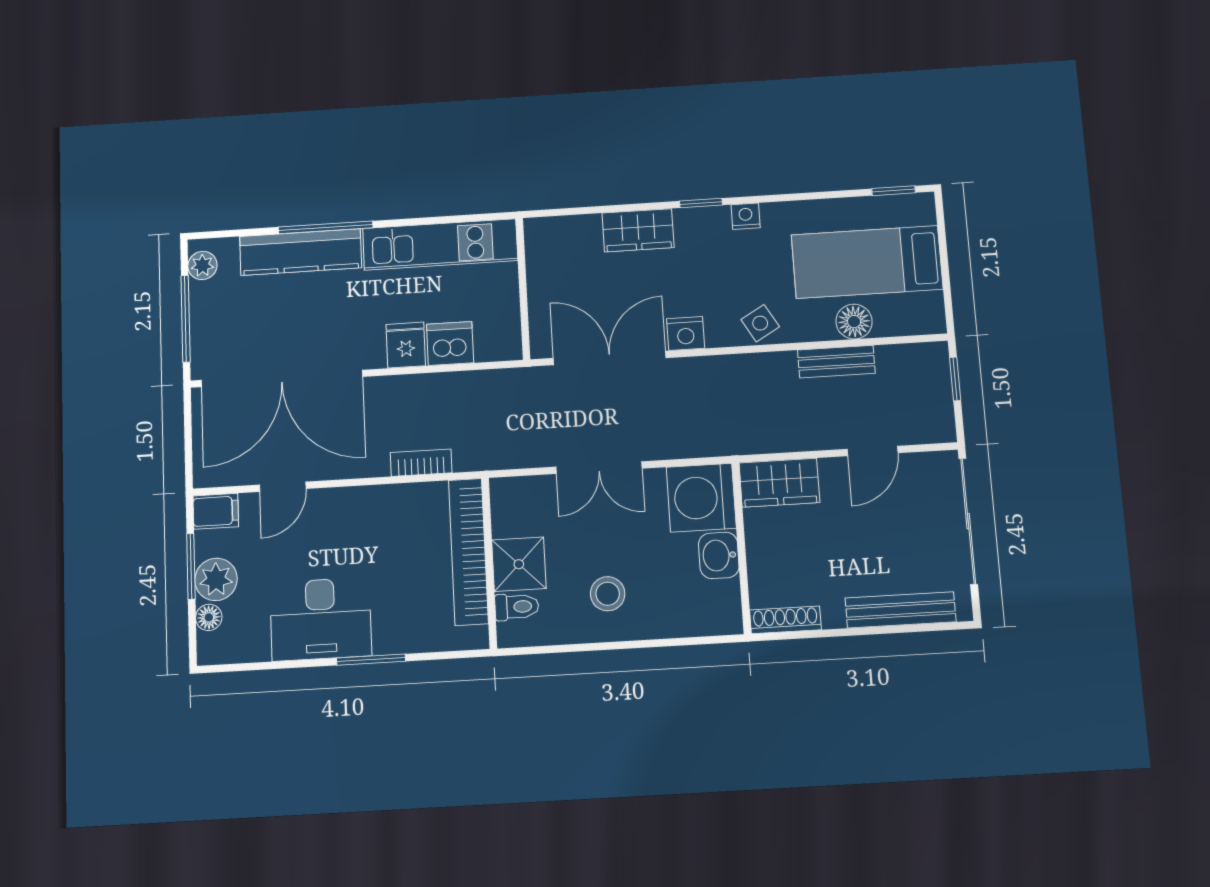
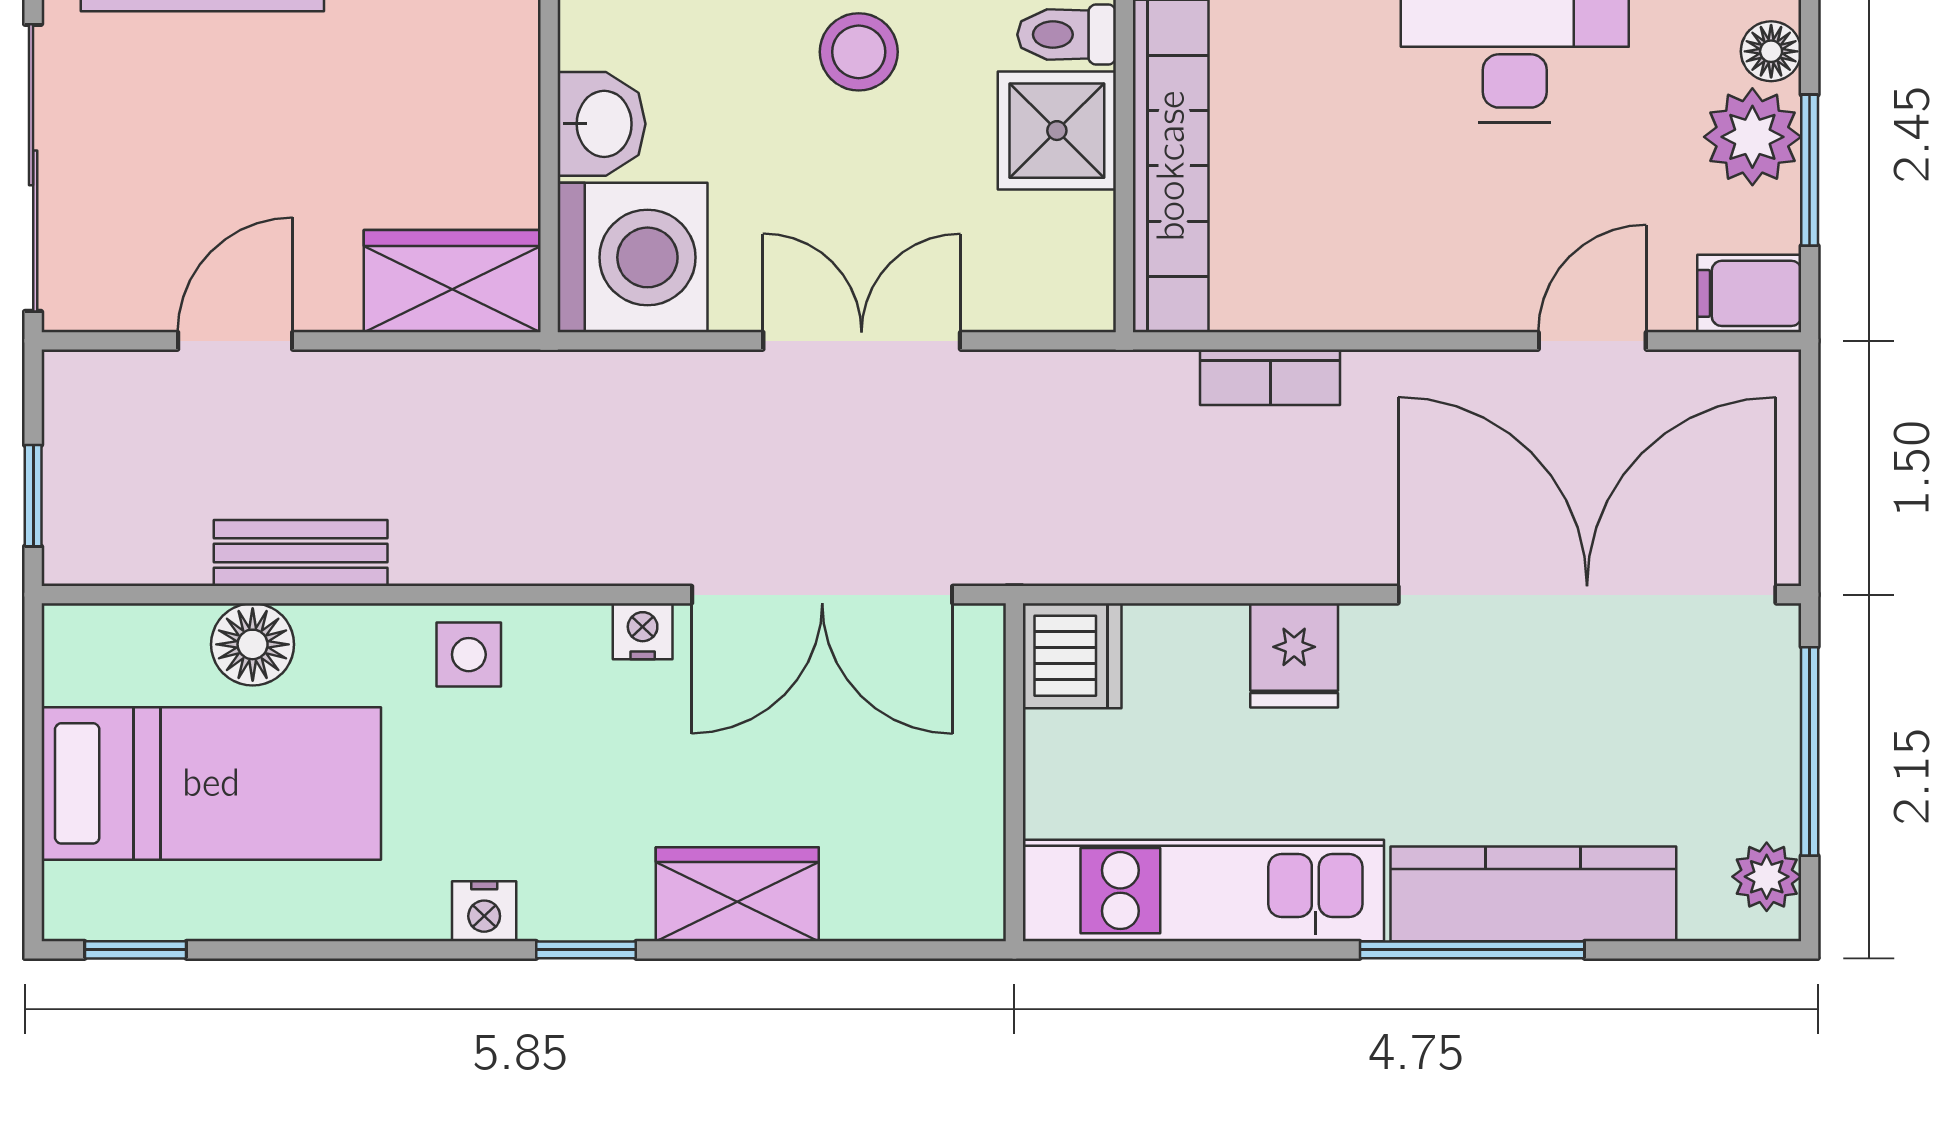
side table: (760, 323) -> (469, 655), turned 30
nightstand: (686, 333) -> (643, 631), width x0.72, depth x0.74
dishwasher: (450, 344) -> (1072, 656), moved, turned -90

